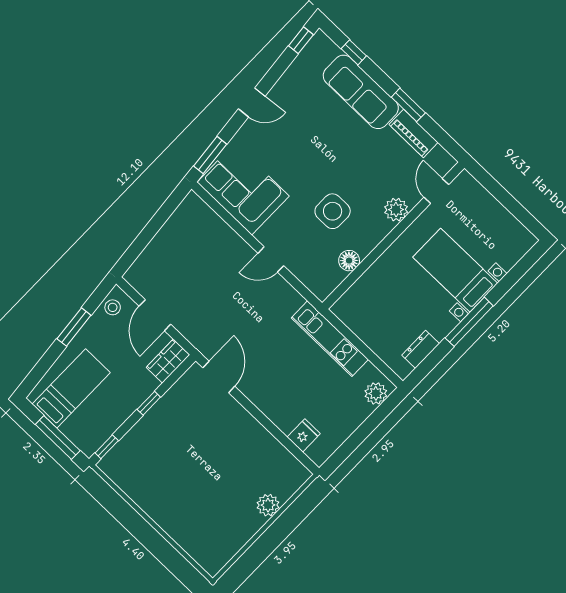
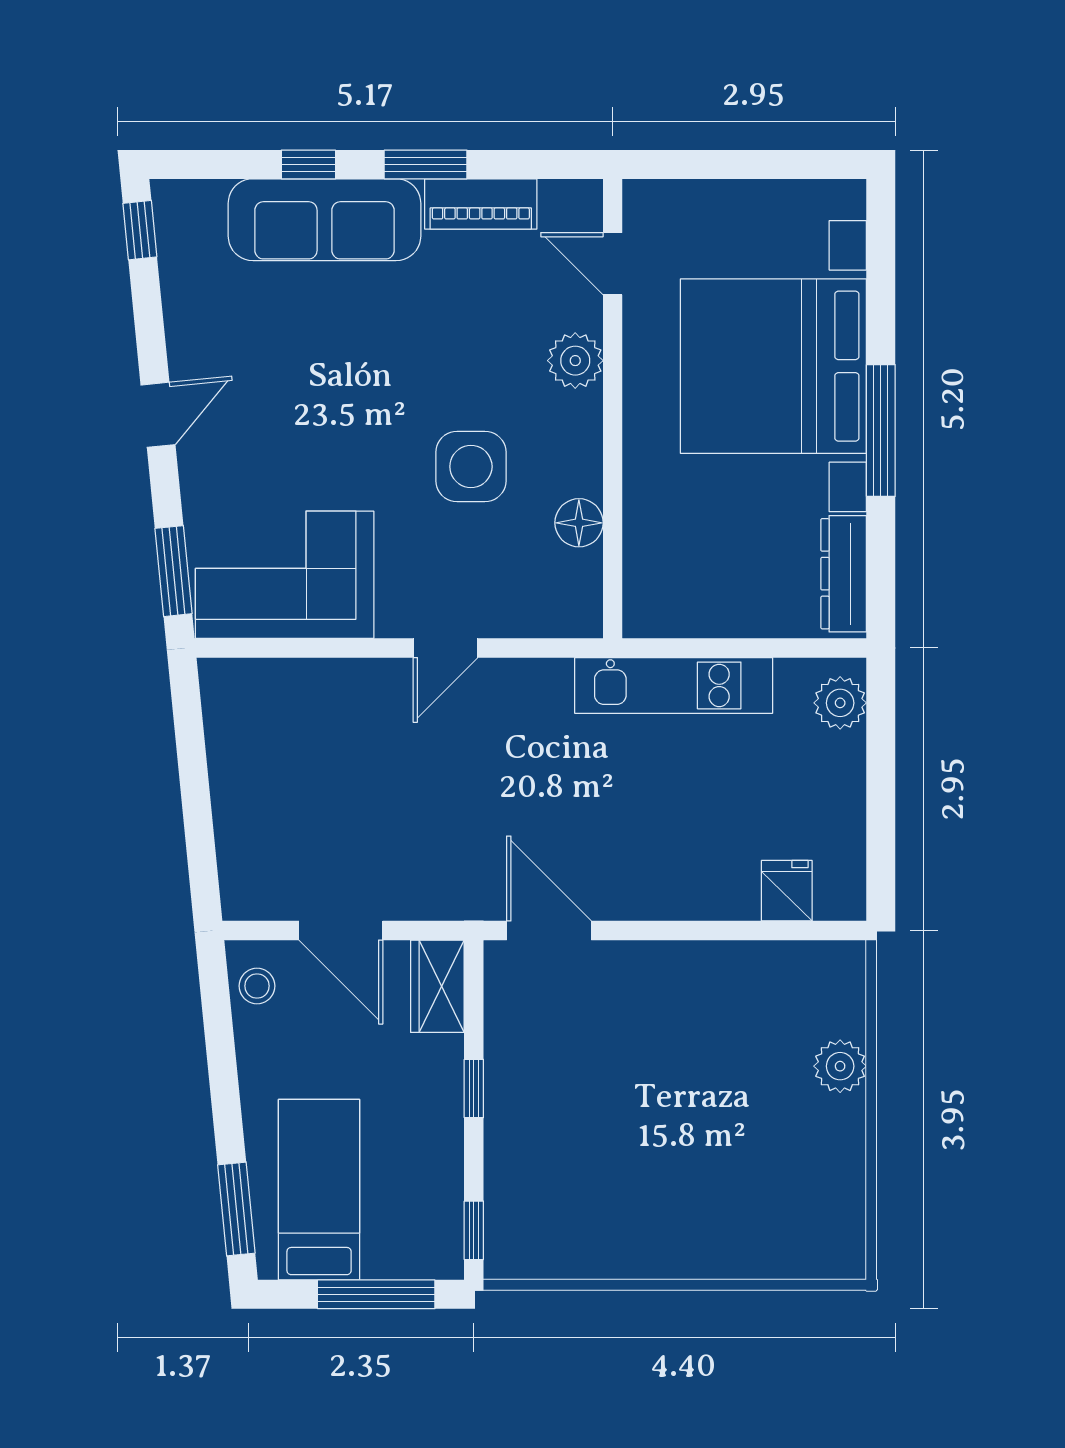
window: (354, 52) -> (308, 164), moved
bed with nightstands: (455, 270) -> (773, 366), width x1.85
window: (74, 327) -> (236, 1209), moved
dresser: (421, 349) -> (844, 574), width x1.44

